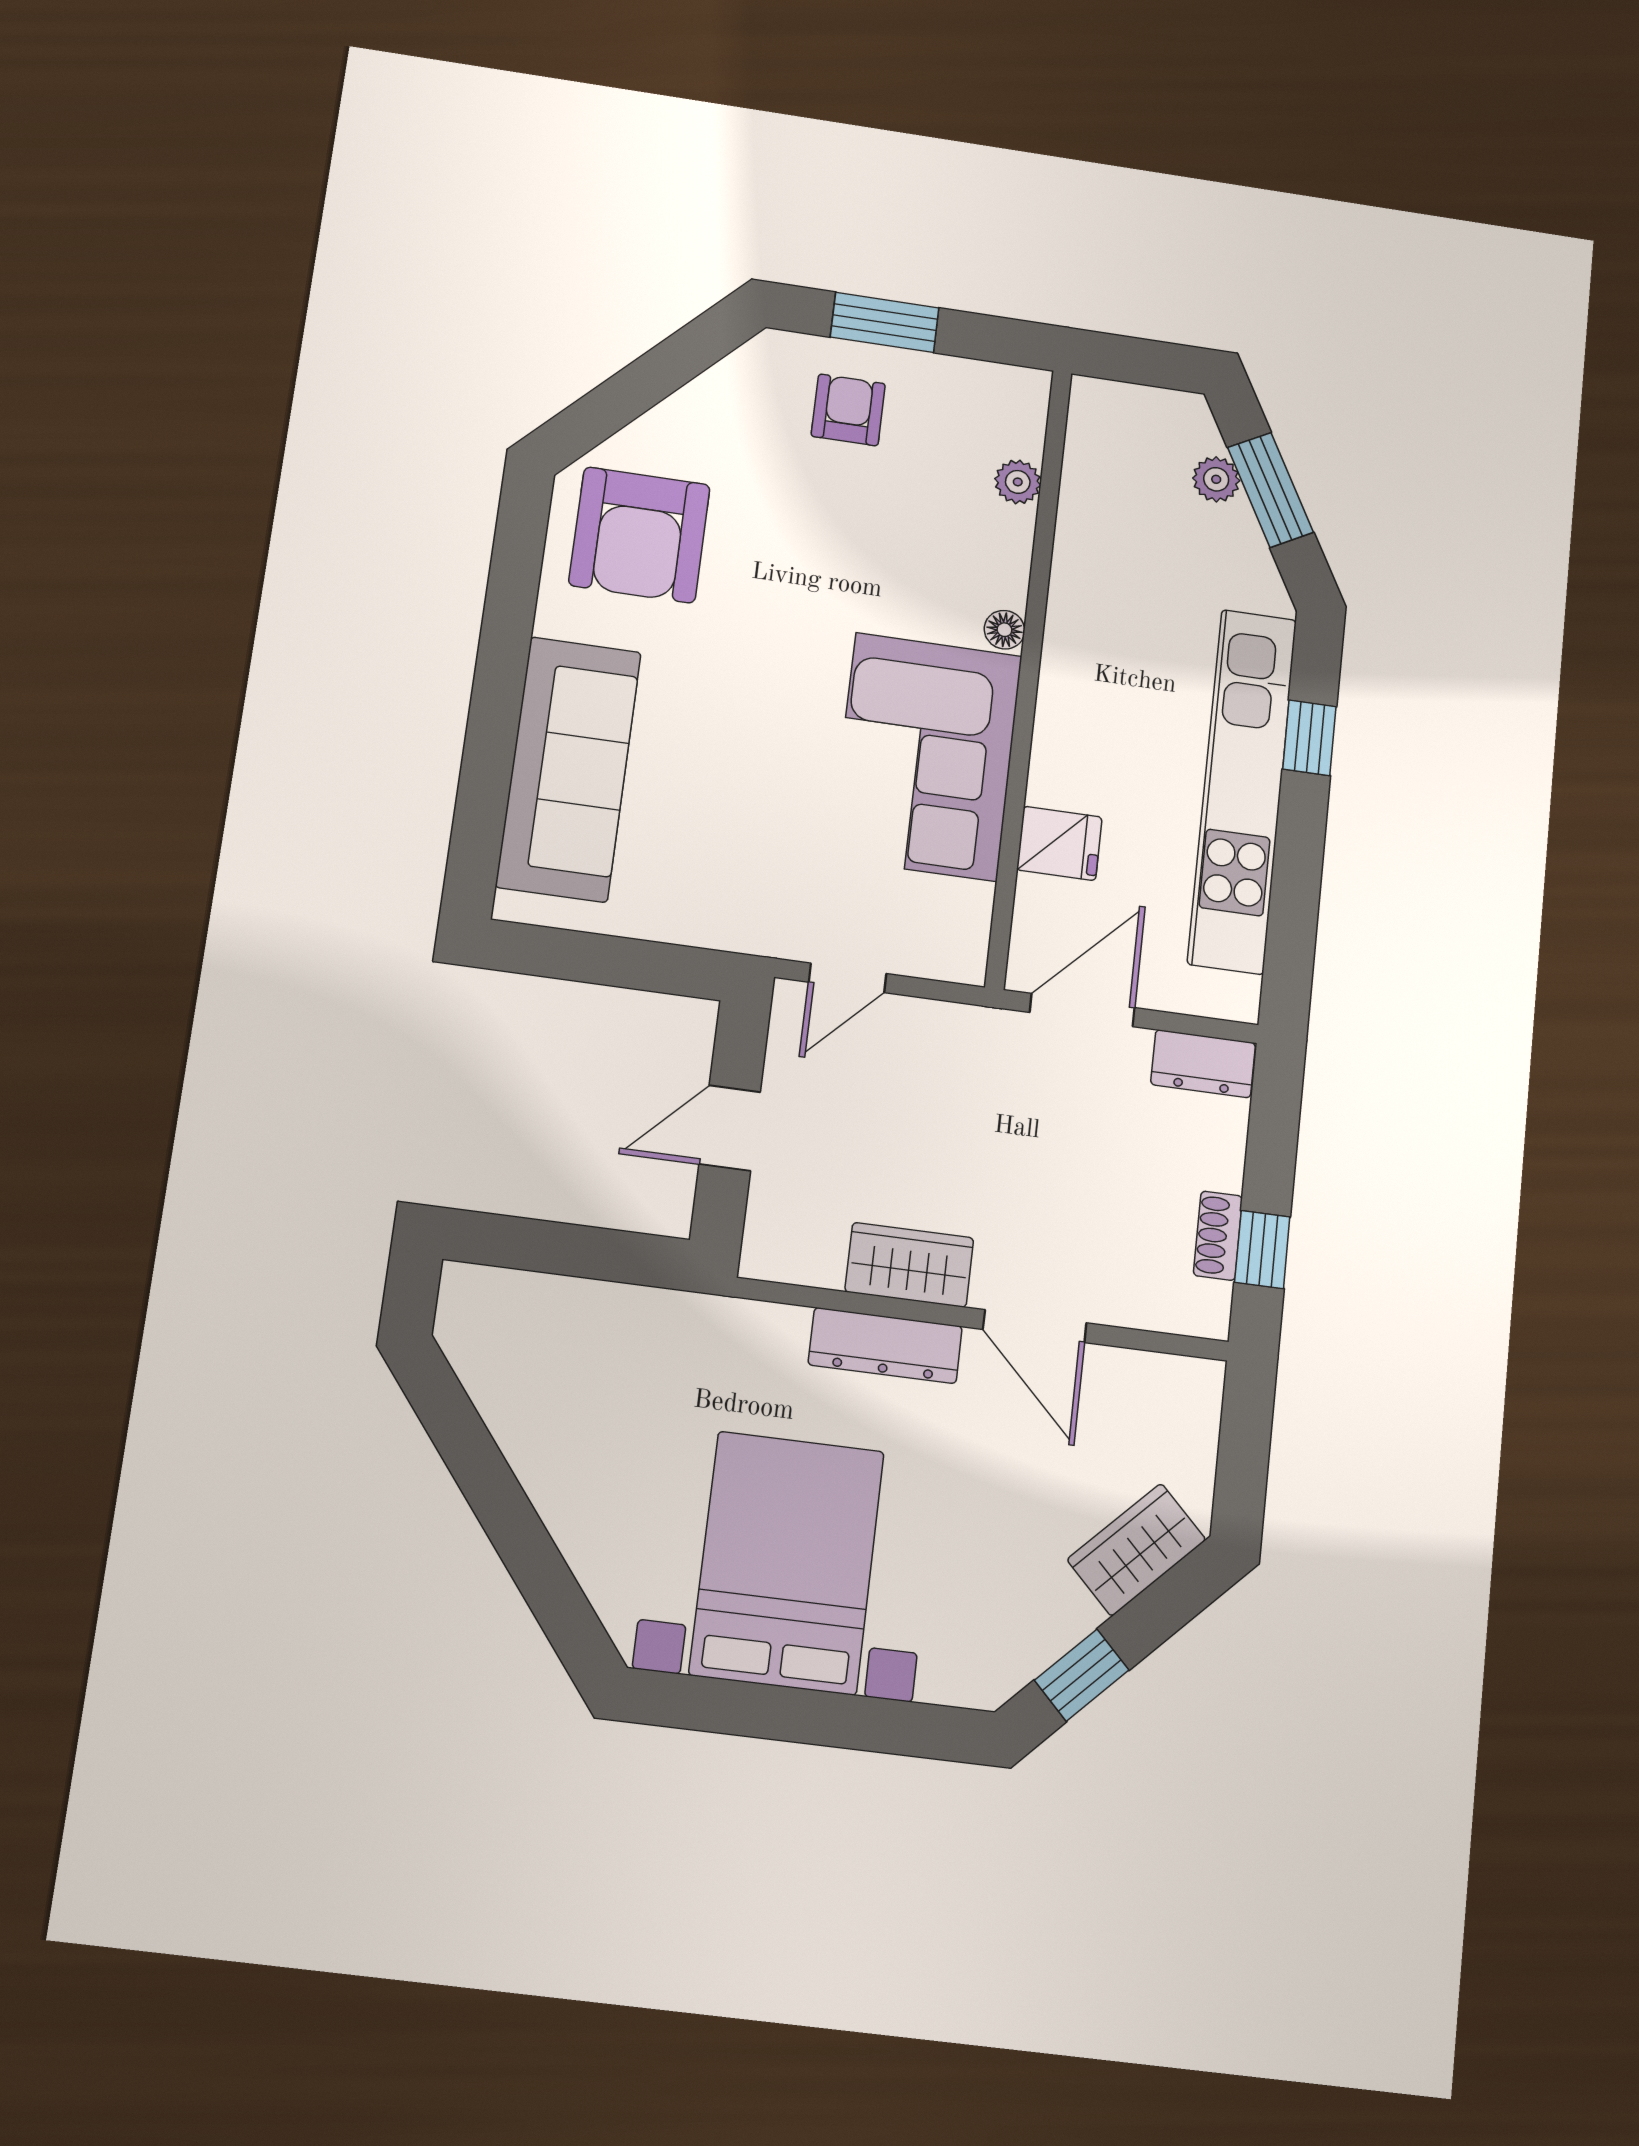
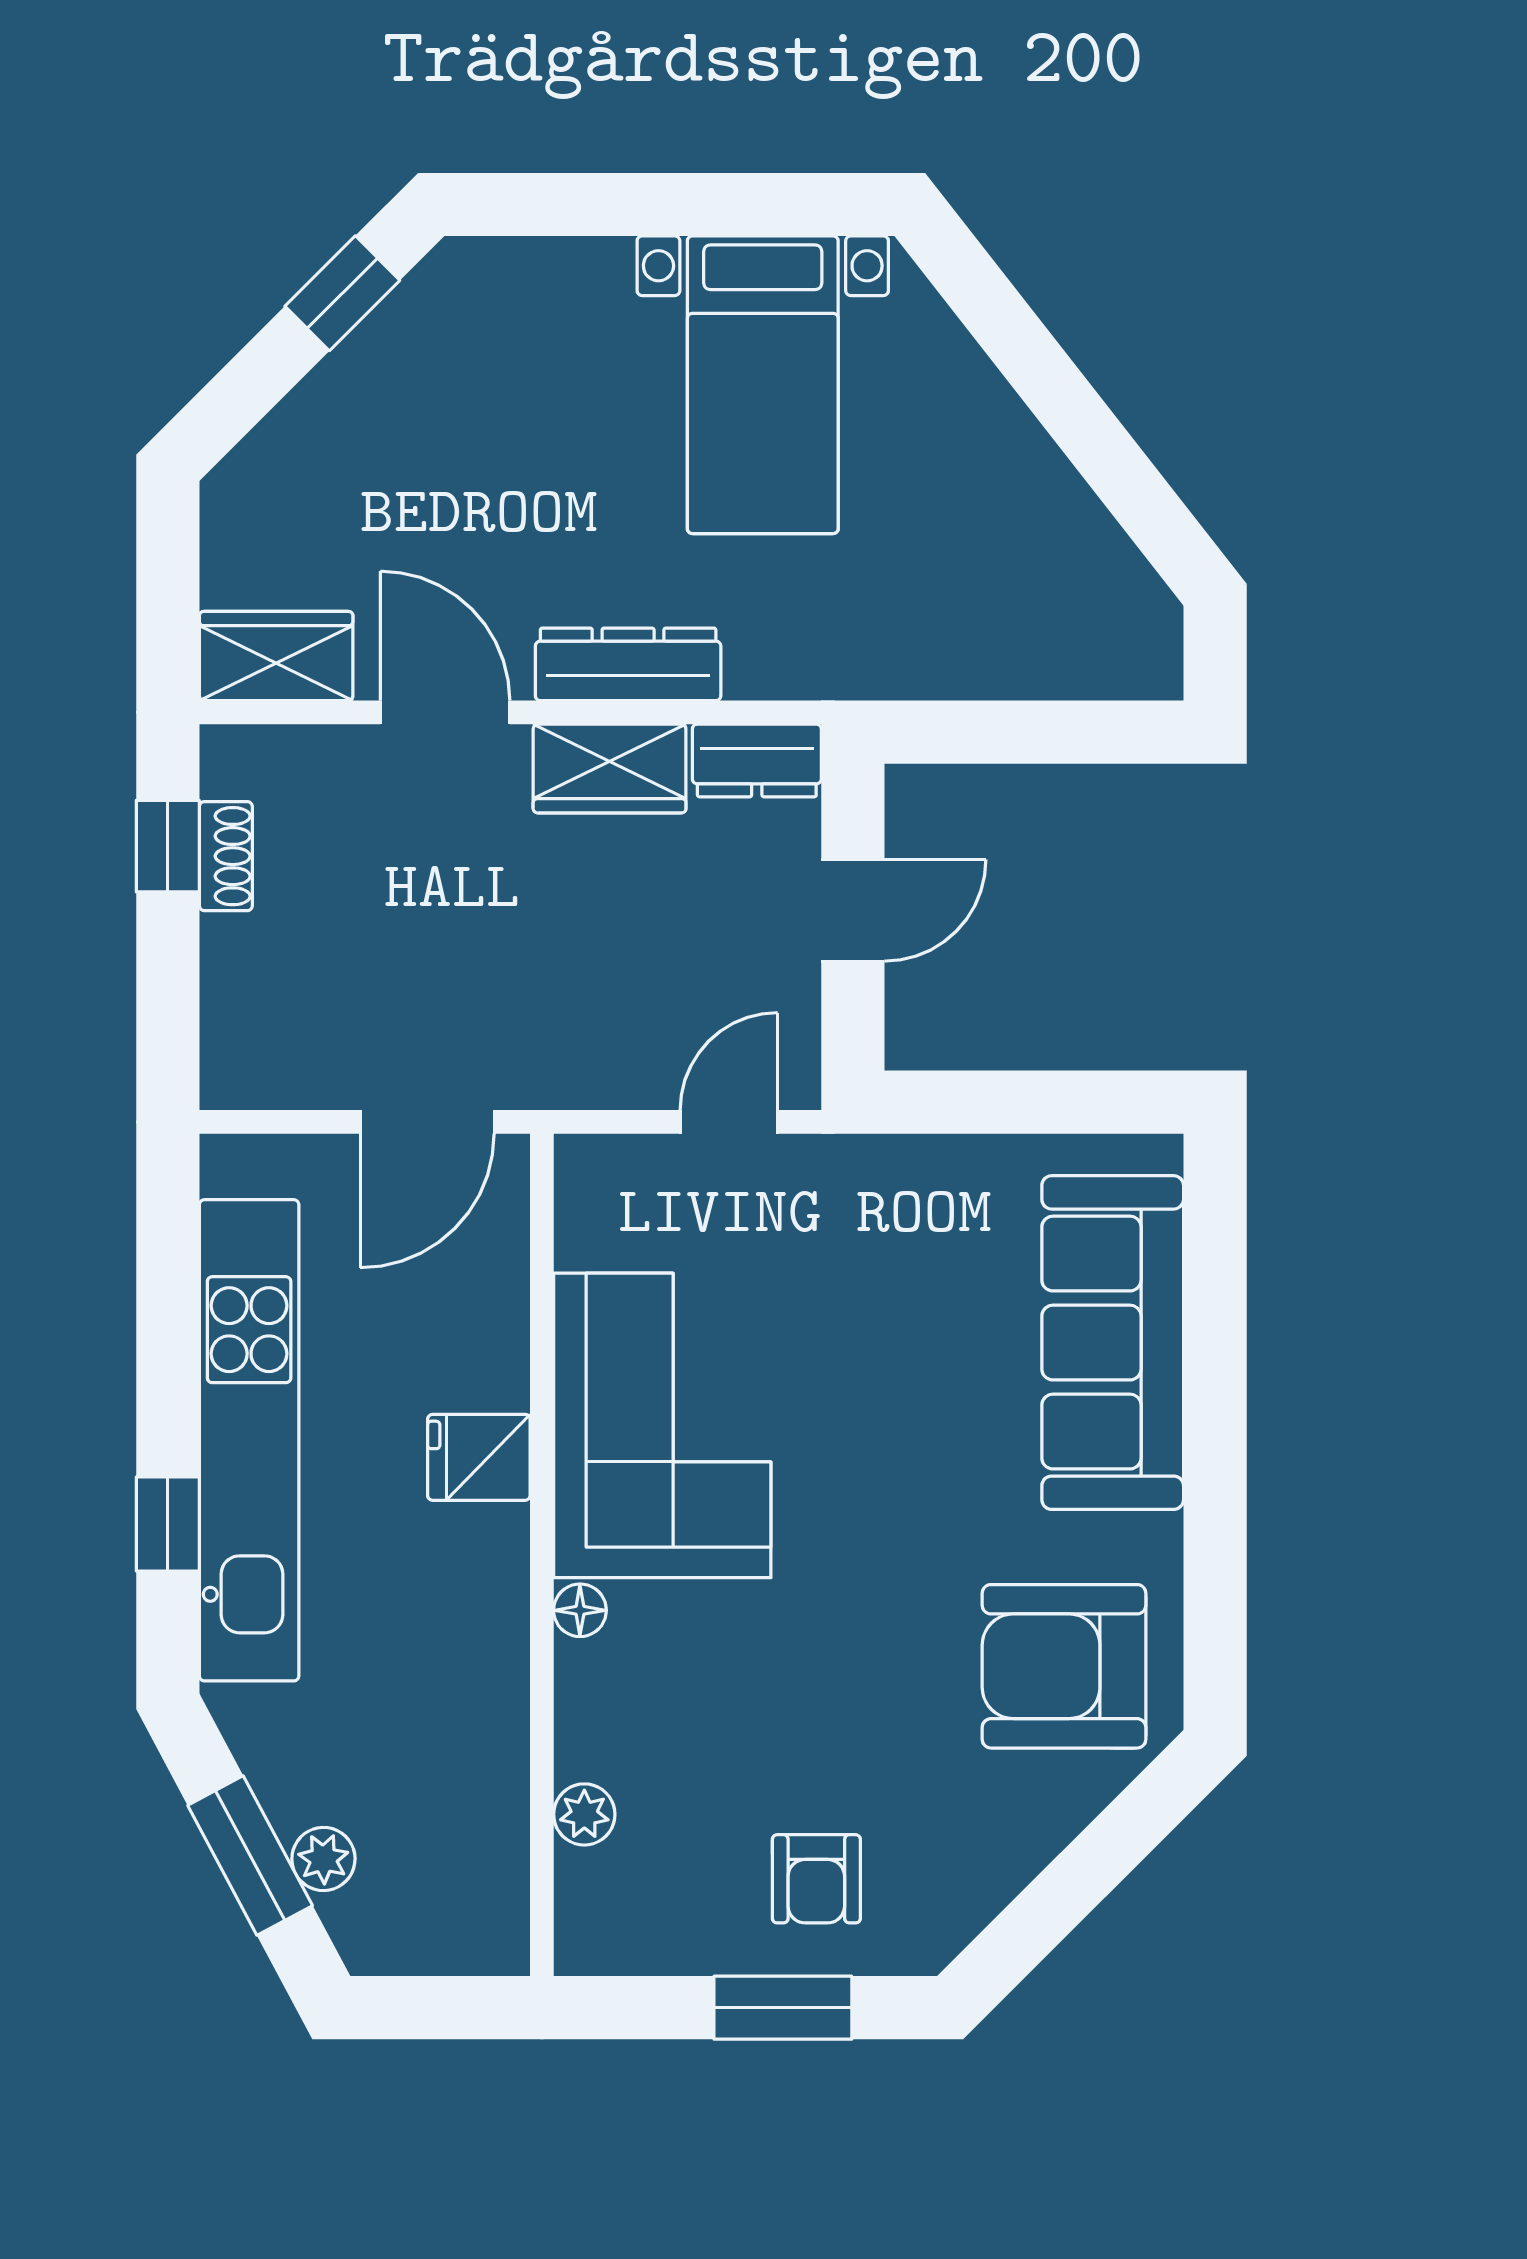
armchair: (639, 535) -> (1064, 1666), turned -90
fridge: (1059, 843) -> (479, 1457), moved
dresser: (1203, 1064) -> (757, 761), moved, turned 180
wardrobe: (1136, 1550) -> (276, 656), moved, turned -135
bed with nightstands: (787, 1563) -> (763, 385), width x0.73

